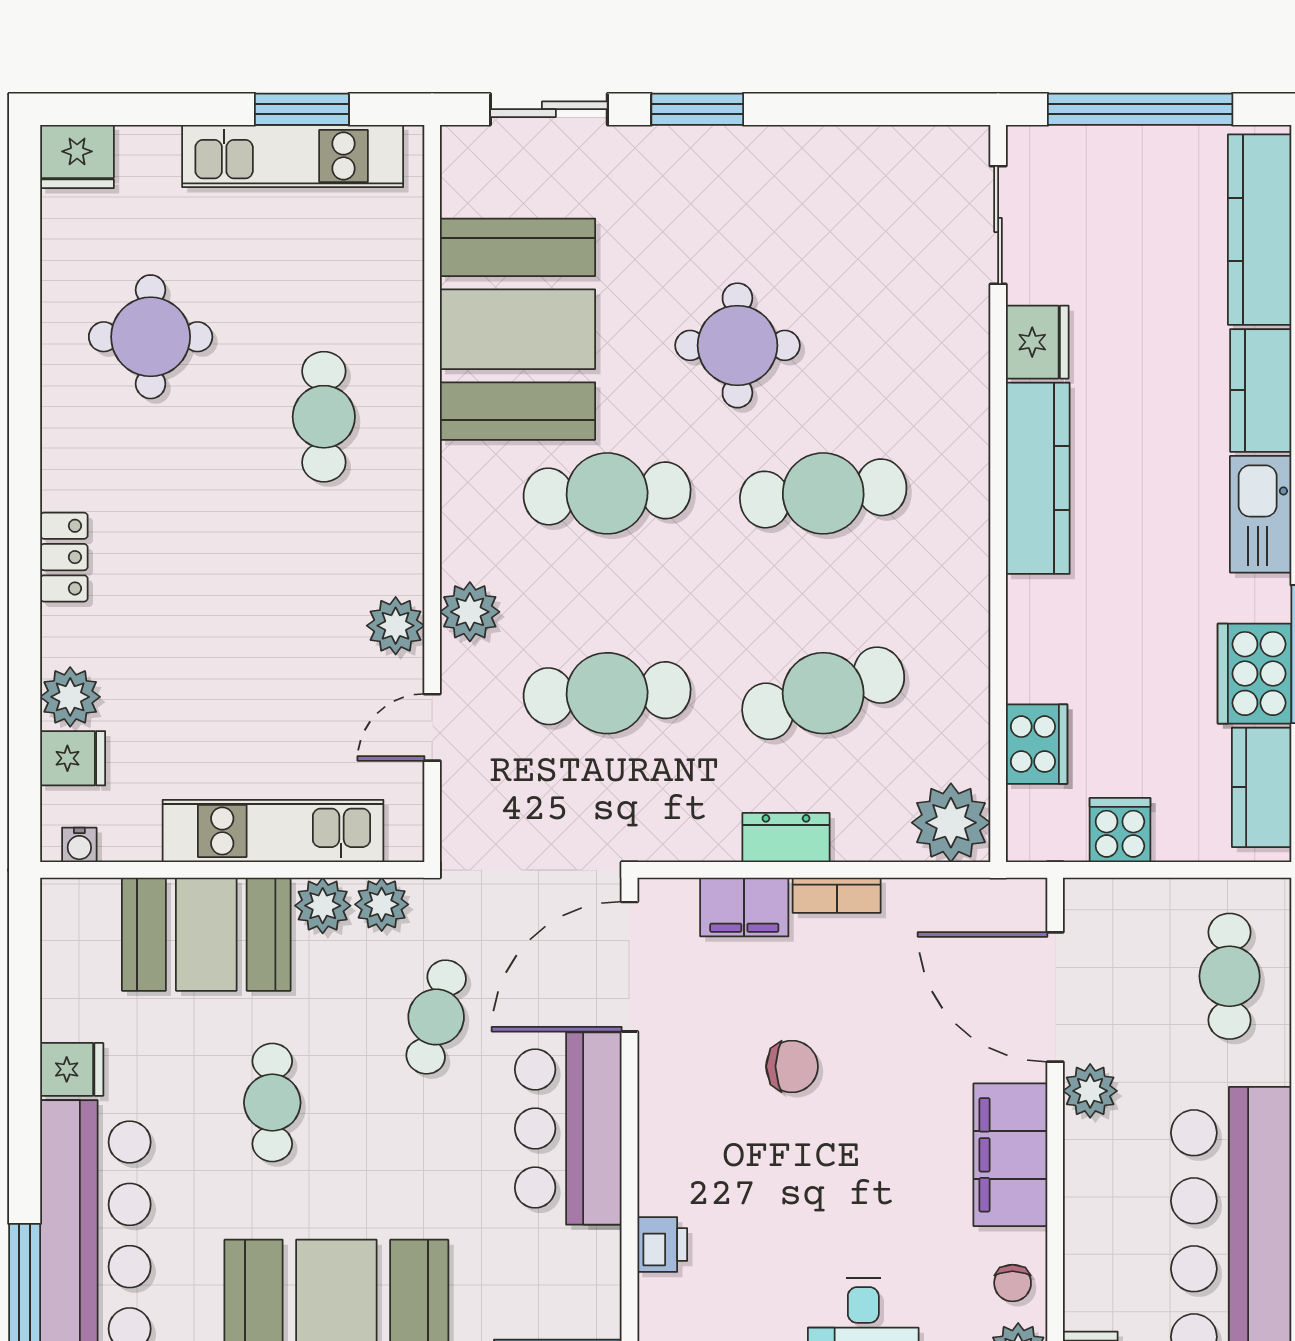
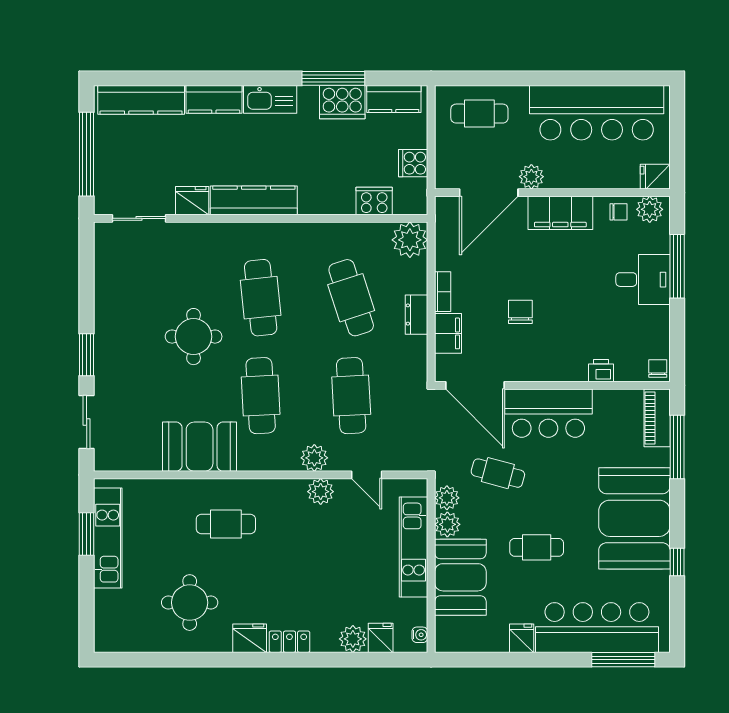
fridge: (77, 157) -> (250, 638), moved, turned -90
booth: (518, 329) -> (200, 447), width x0.73, depth x0.70

